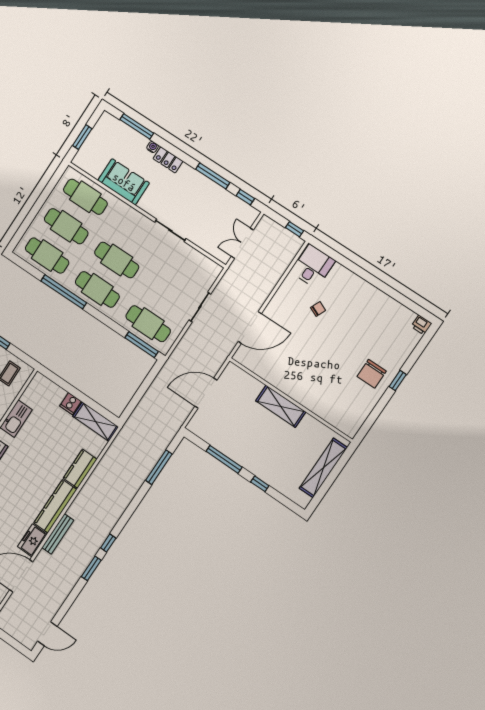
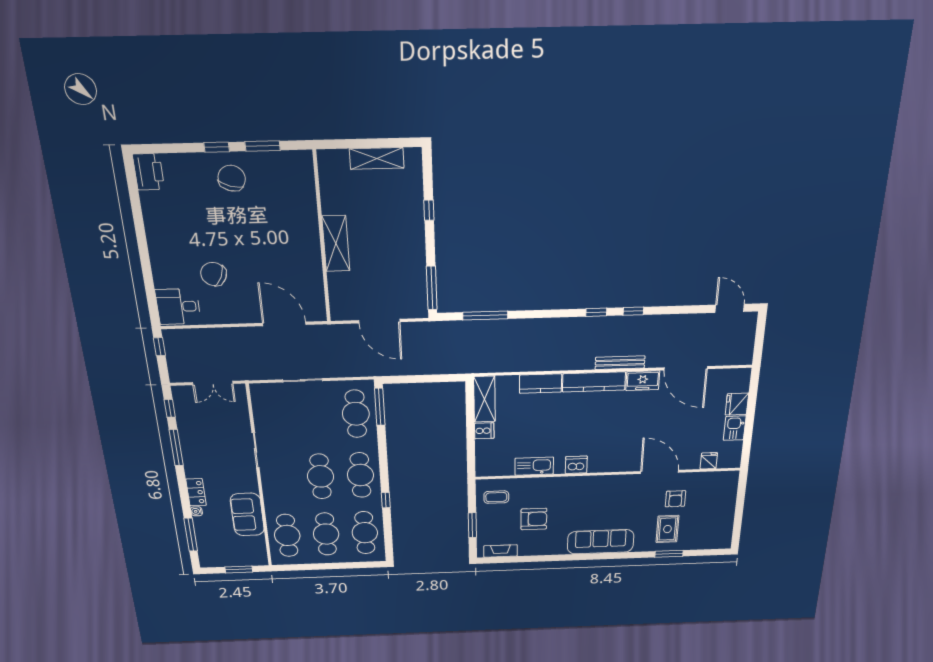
window: (64, 292) -> (386, 500), width x0.32
chair: (318, 309) -> (214, 274), width x1.87, depth x1.87
printer: (421, 325) -> (149, 172), width x1.87, depth x1.48
chair: (372, 374) -> (232, 178), turned -73
window: (378, 410) -> (263, 146), added
window: (224, 459) -> (432, 288), moved
shelving: (323, 468) -> (377, 158), width x0.68
window: (91, 568) -> (633, 311), width x0.67

